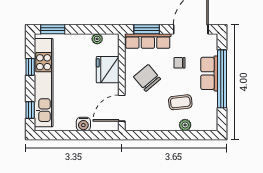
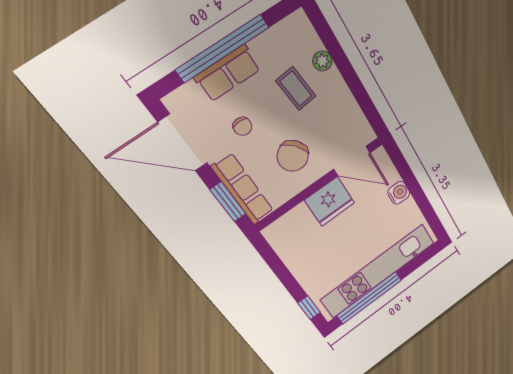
window: (53, 29) -> (309, 308), width x0.67
plant: (97, 39) -> (285, 252), removed
window: (30, 67) -> (369, 298), width x3.17
fridge: (108, 70) -> (330, 201), moved
window: (30, 110) -> (418, 262), removed

